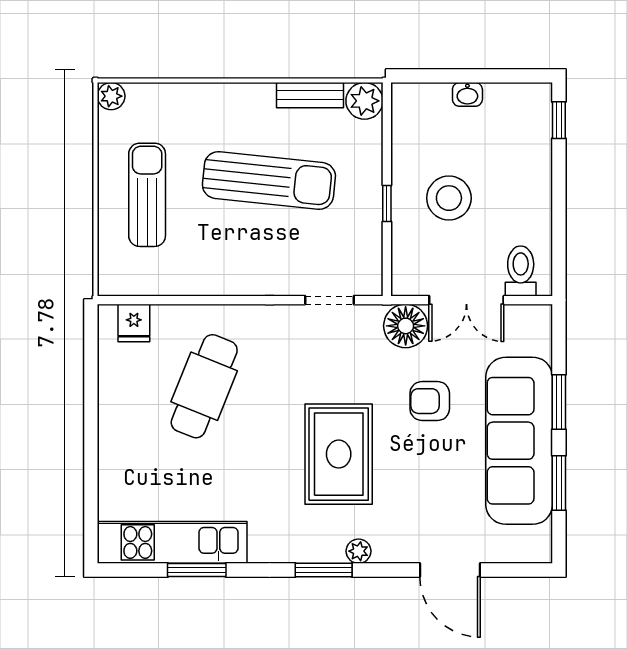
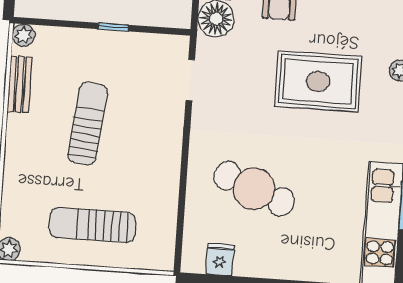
plant: (364, 101) -> (24, 35), width x0.73, depth x0.73
sun lounger: (269, 180) -> (88, 123), width x0.73, depth x0.75
fridge: (134, 323) -> (220, 259), moved, turned -90

